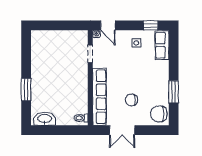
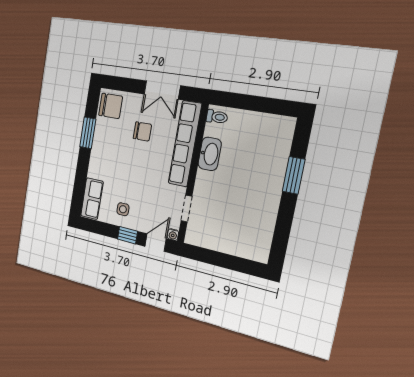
door: (108, 25) -> (156, 243), hinge flipped
window: (151, 25) -> (128, 235), moved
washbasin: (45, 119) -> (210, 154), moved, turned -90
double door: (122, 130) -> (162, 90), swing flipped

